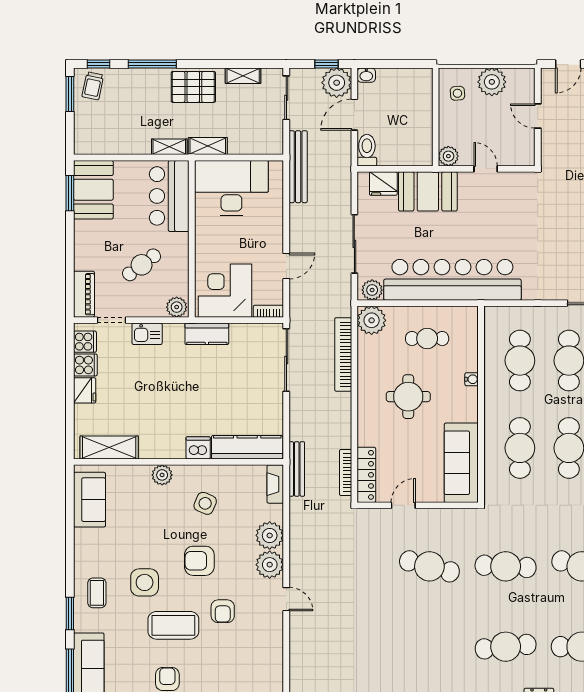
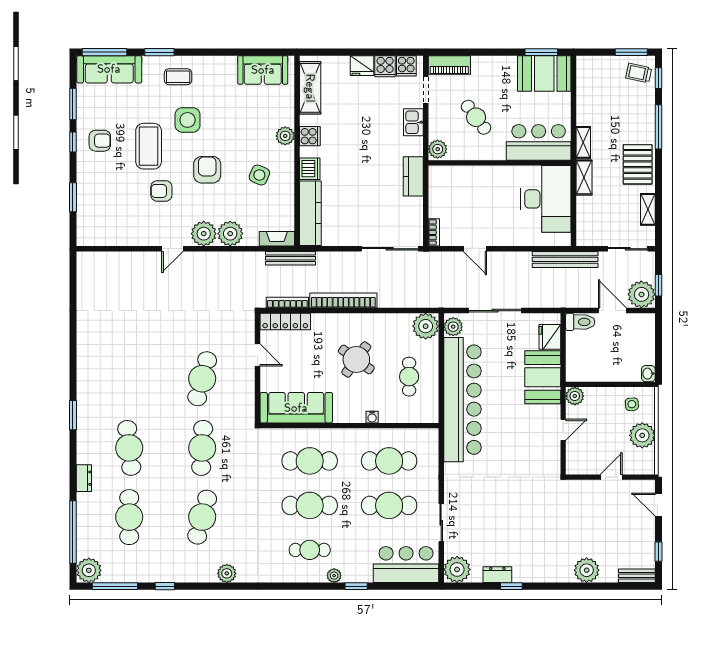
washbasin: (366, 75) -> (648, 374), moved
corner desk: (225, 291) -> (453, 193), removed
bookcase: (343, 354) -> (343, 300), moved
round table: (408, 397) -> (356, 359), turned 36
cooker: (162, 448) -> (310, 136), added

